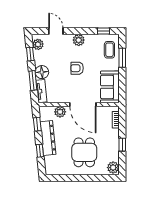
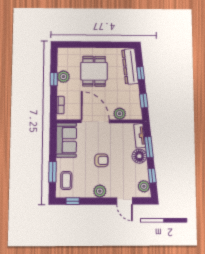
dresser: (48, 138) -> (130, 66), moved
plant: (113, 168) -> (63, 77), moved

